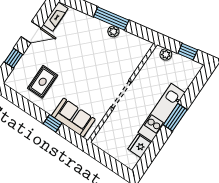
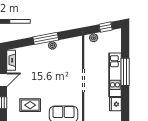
rug: (43, 82) -> (30, 105), turned 90
window: (175, 117) -> (125, 72), width x1.44

